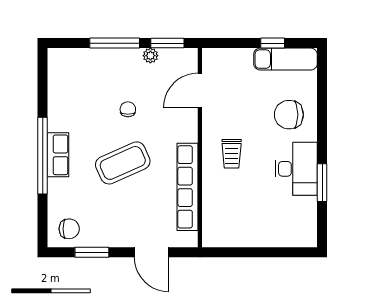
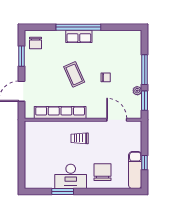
coffee table: (123, 163) -> (74, 74), width x0.73, depth x0.76

